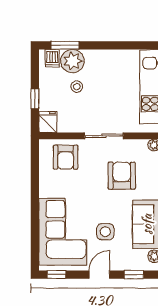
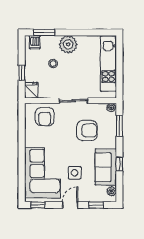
plant: (72, 61) -> (68, 44), moved
armchair: (122, 176) -> (87, 131), turned 90

